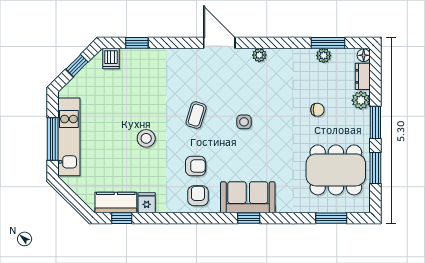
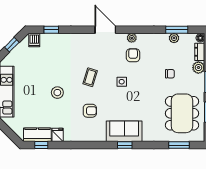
dining table: (336, 170) -> (182, 113), turned 90
armchair: (198, 196) -> (133, 55), moved

